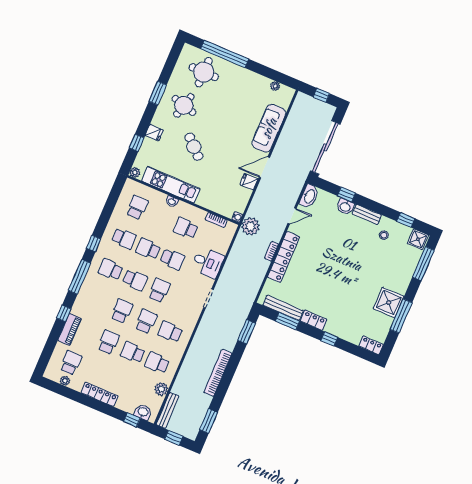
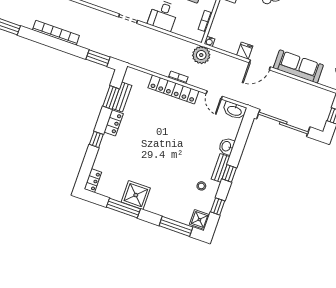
door: (264, 167) -> (260, 65), swing flipped
window: (346, 194) -> (229, 173), moved
bench: (283, 308) -> (122, 97), width x0.73

